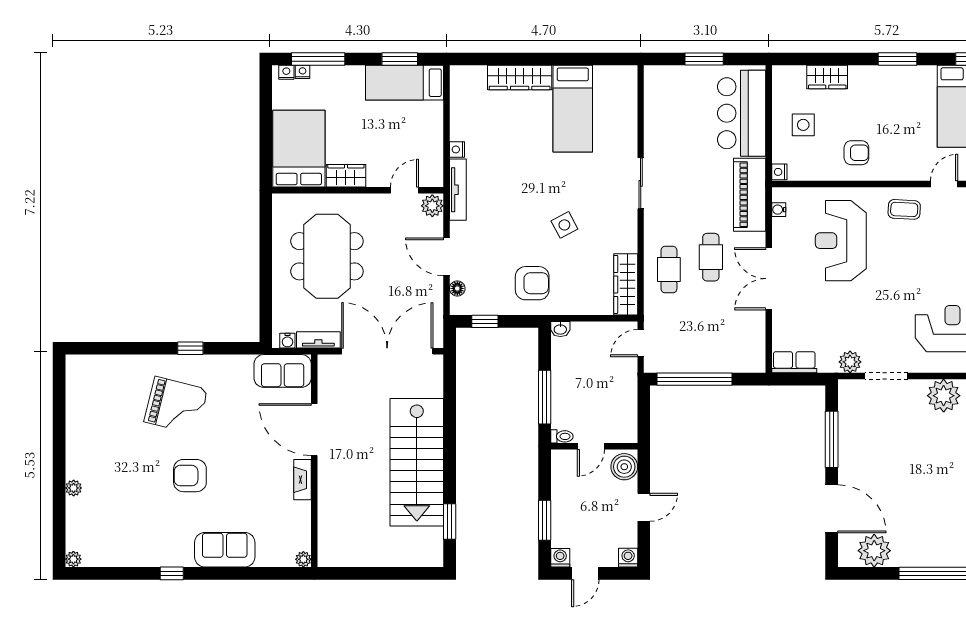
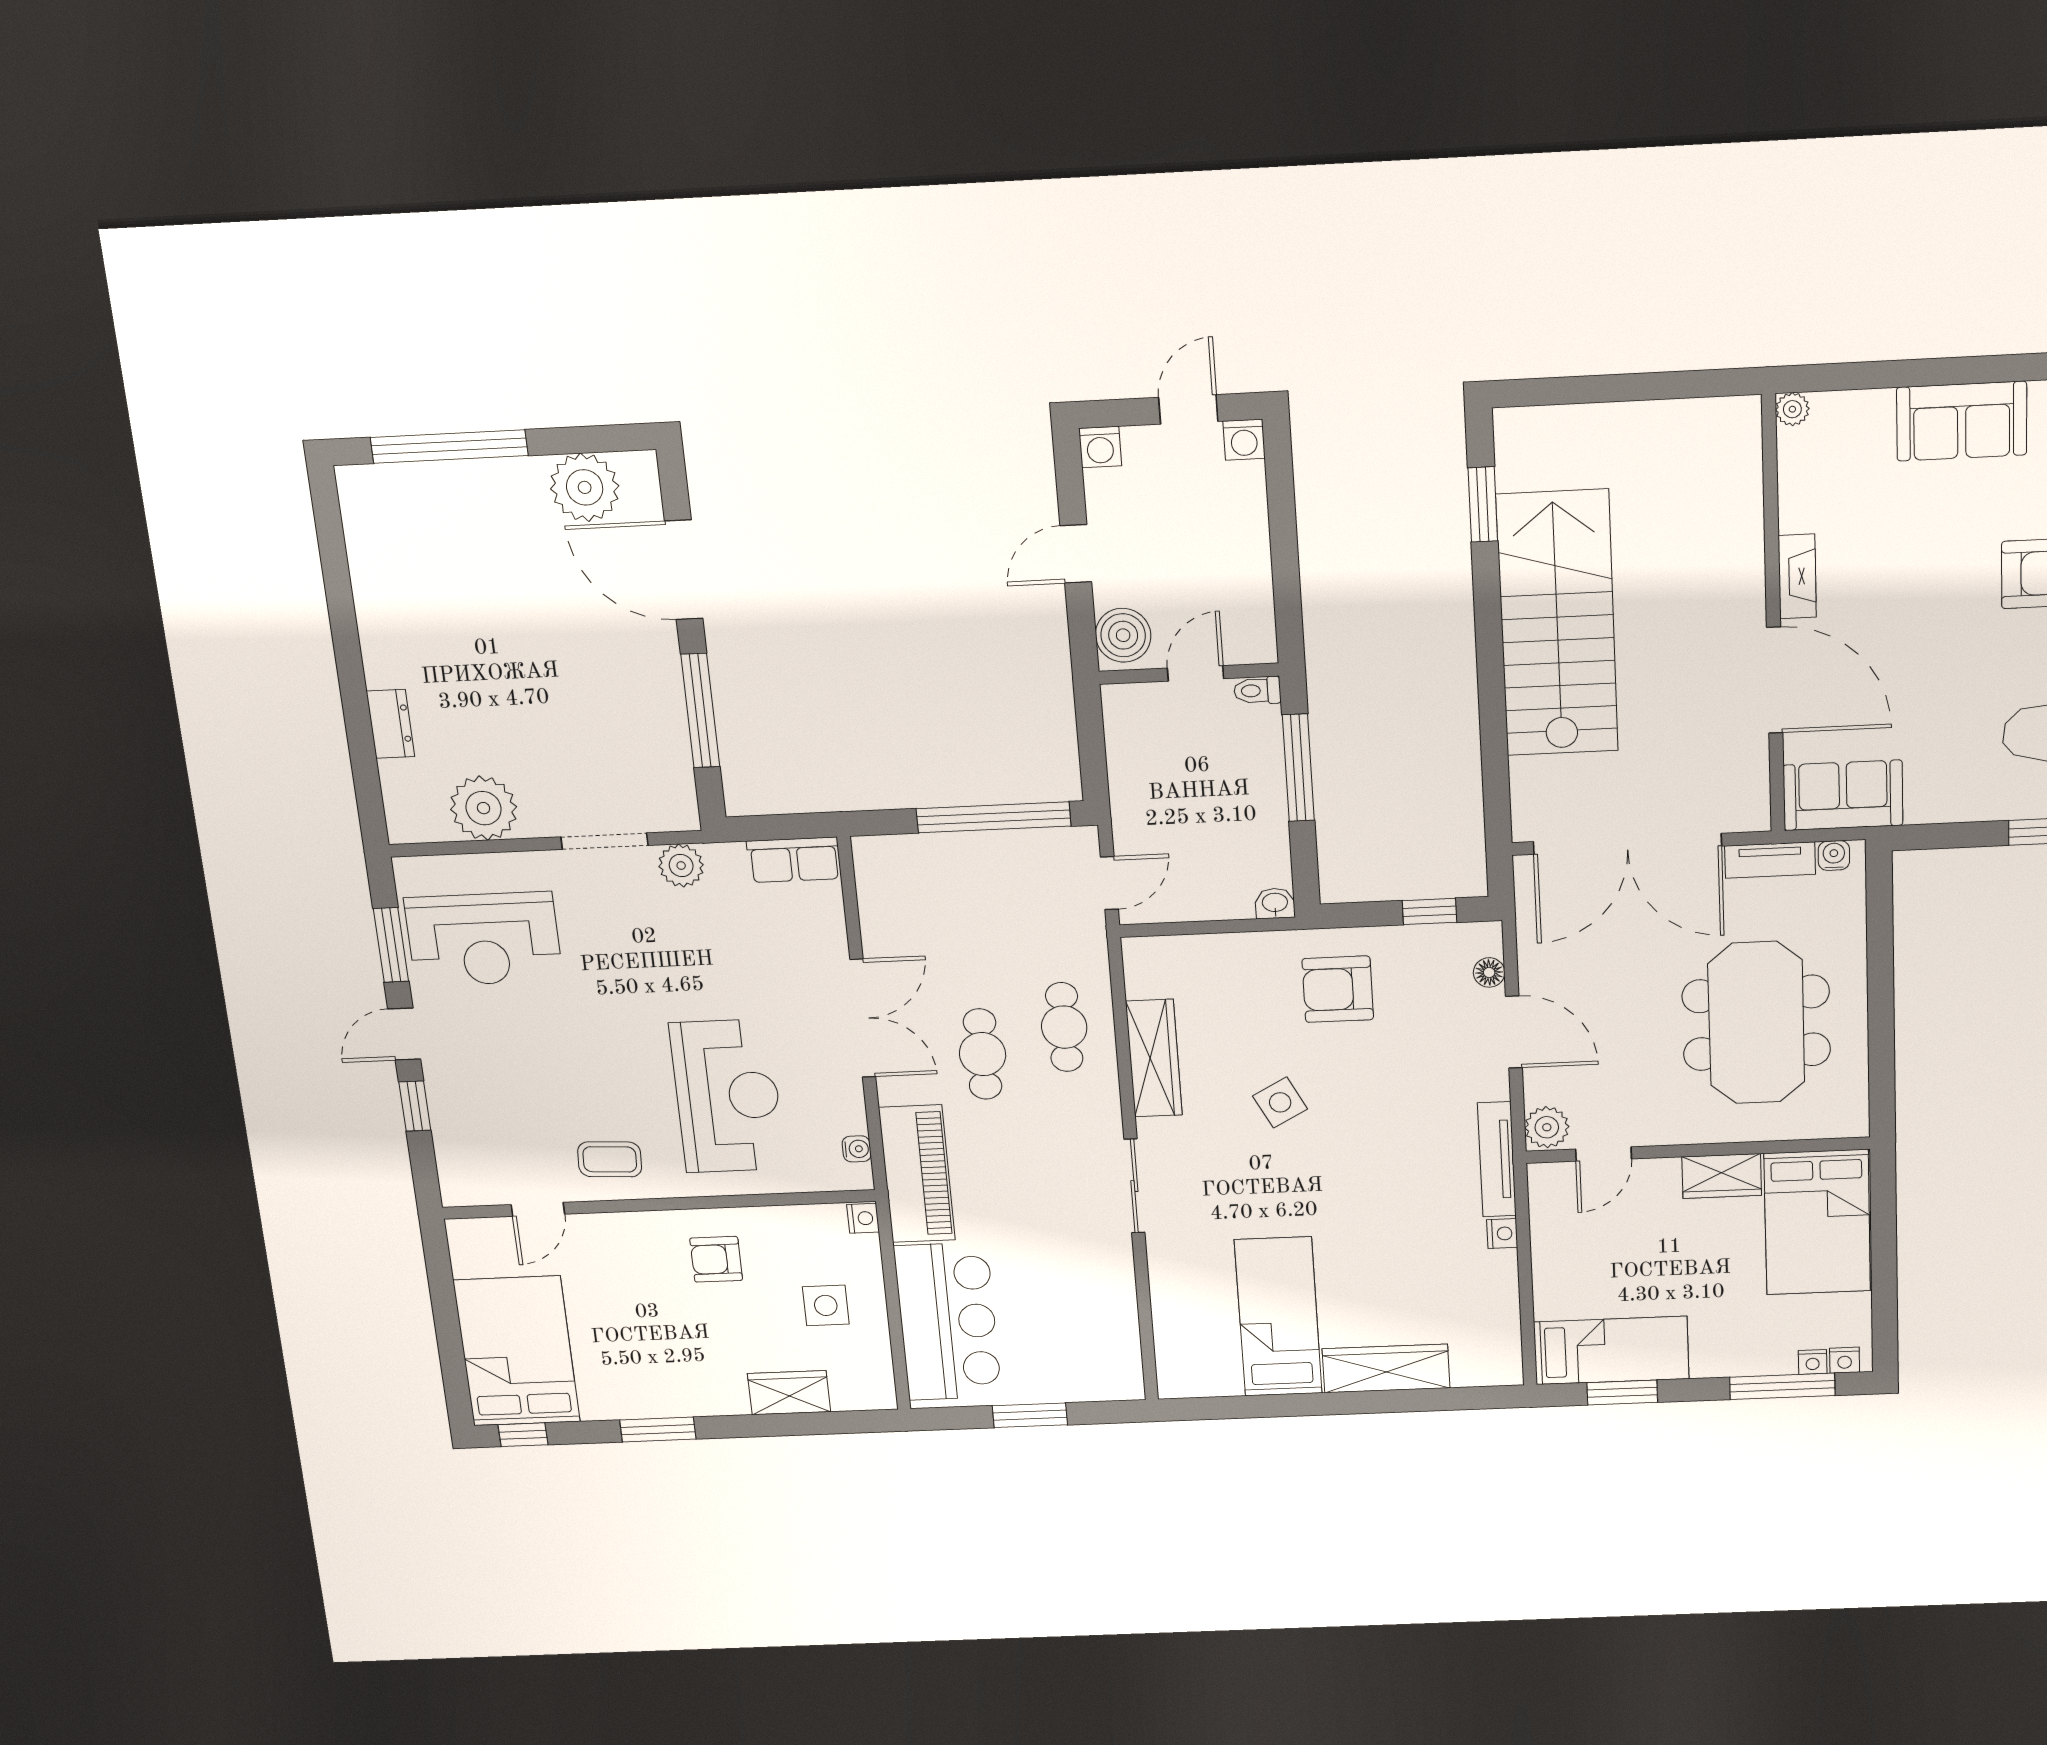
wardrobe: (626, 284) -> (1154, 1058), moved
window: (545, 520) -> (1282, 517), removed

